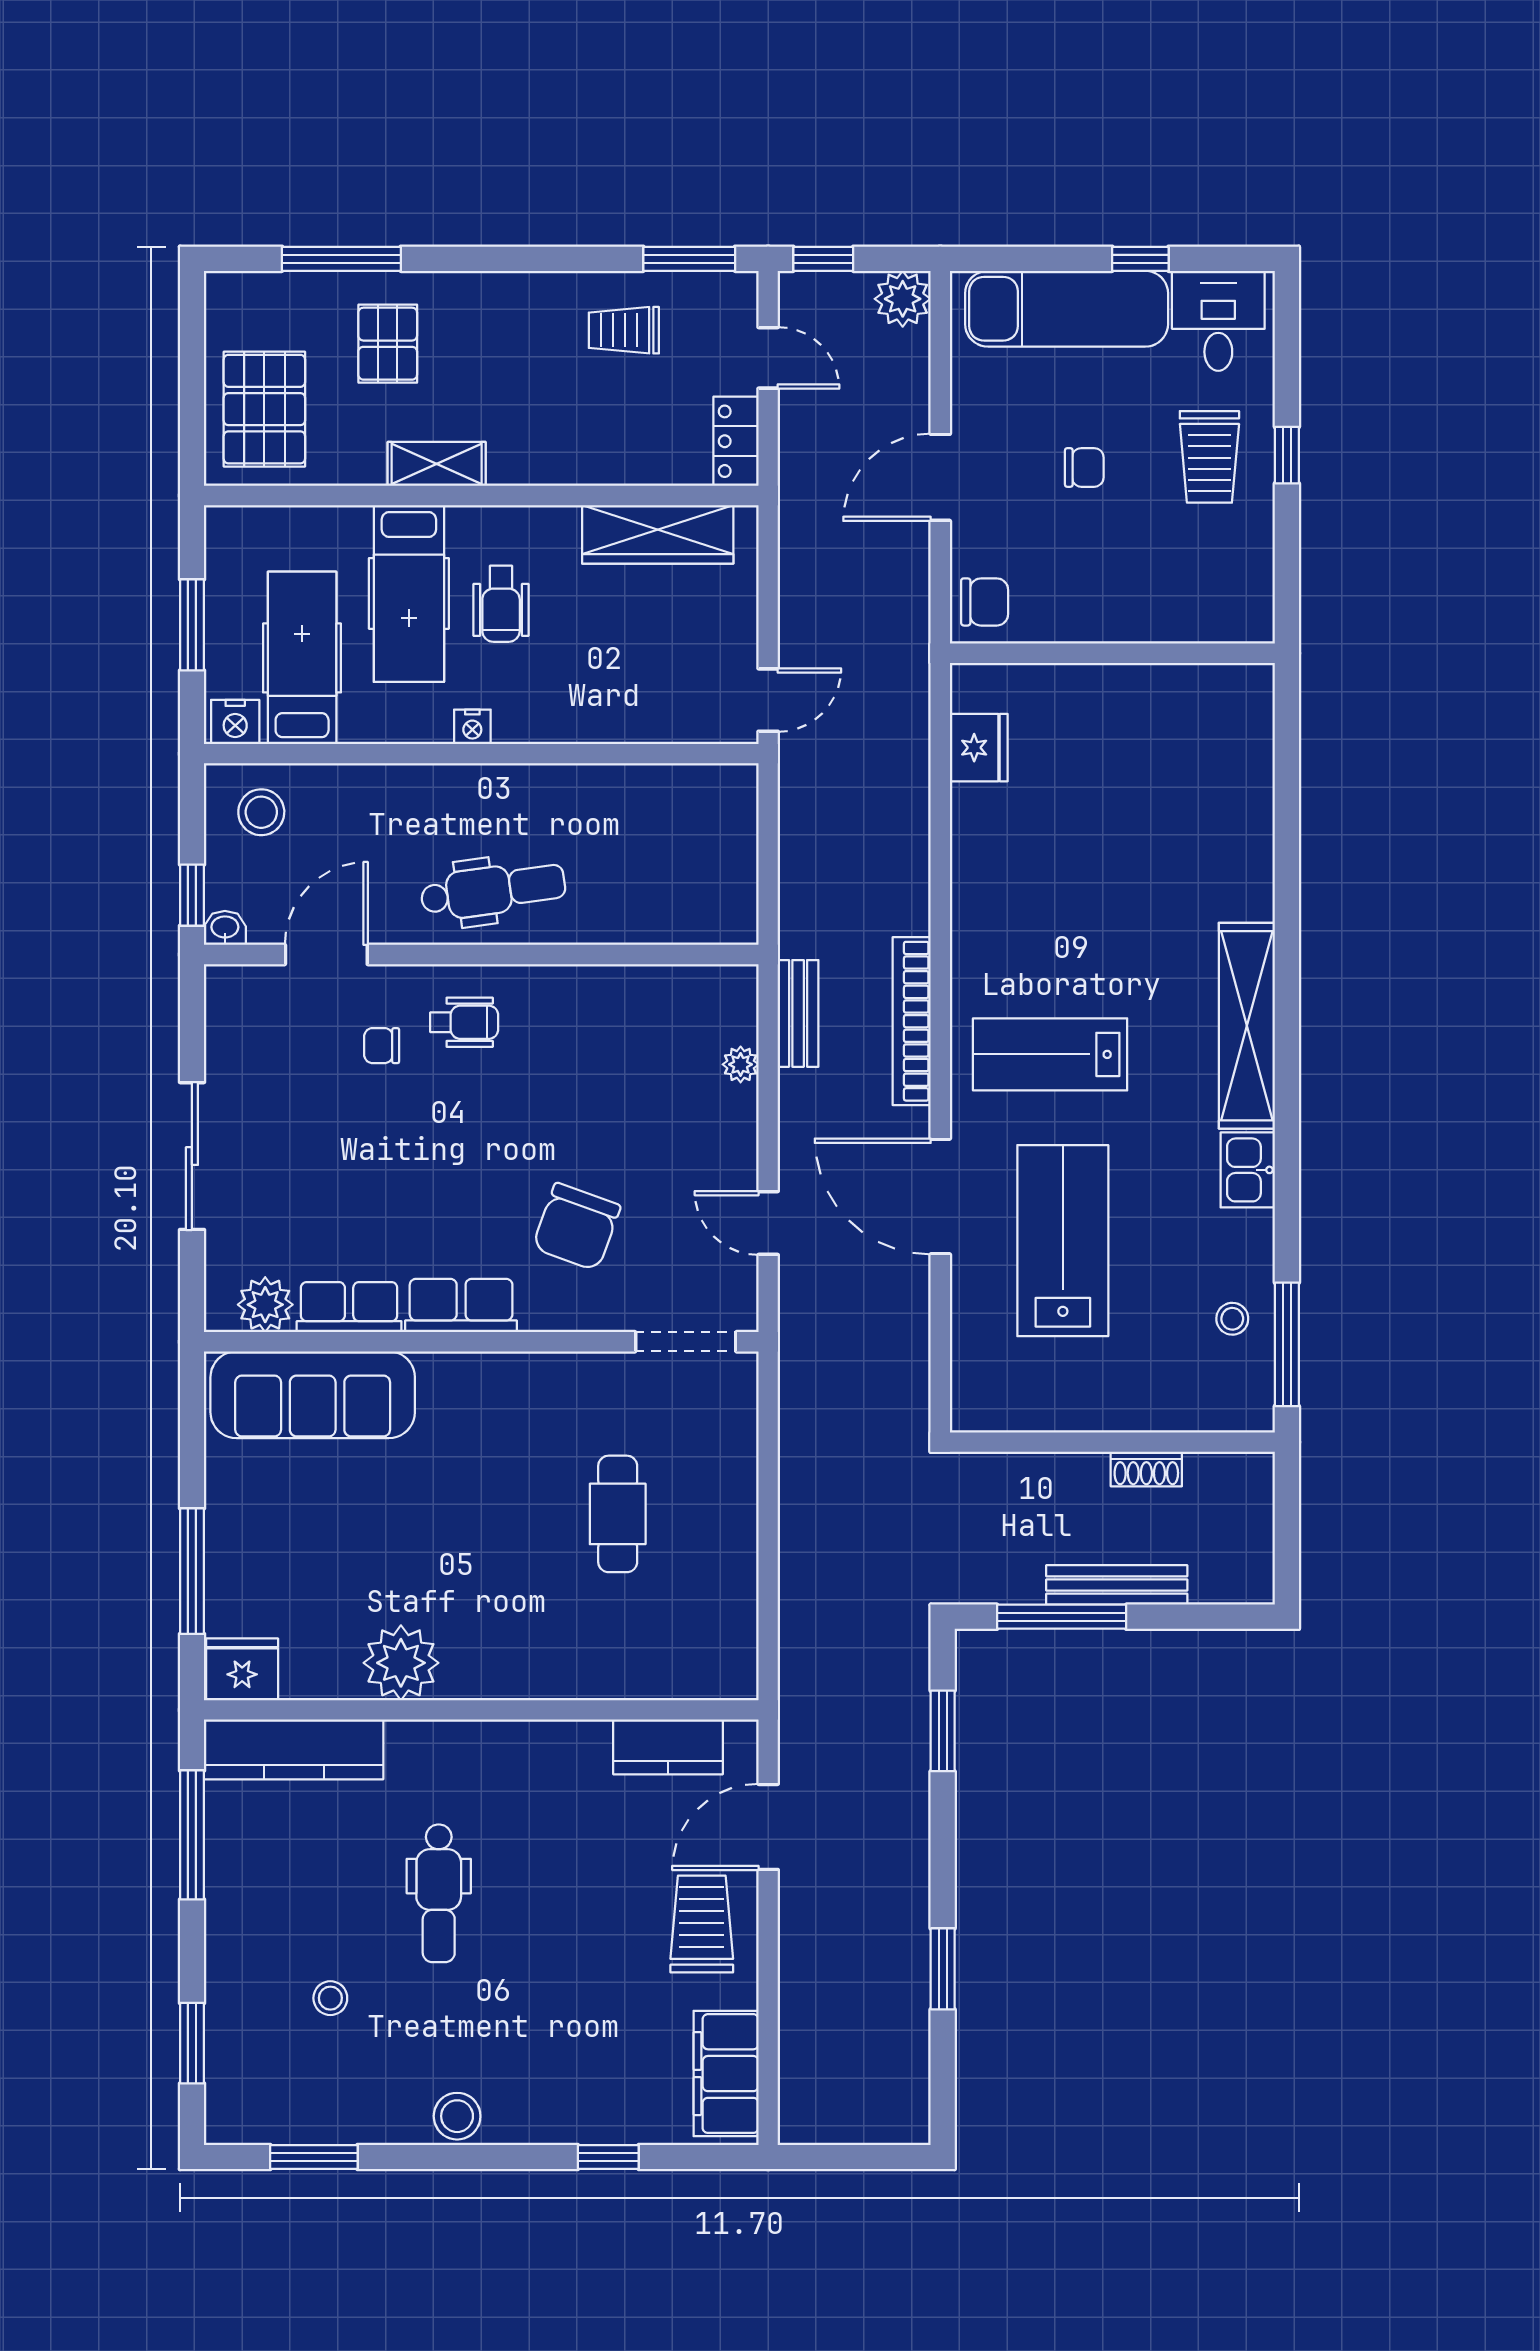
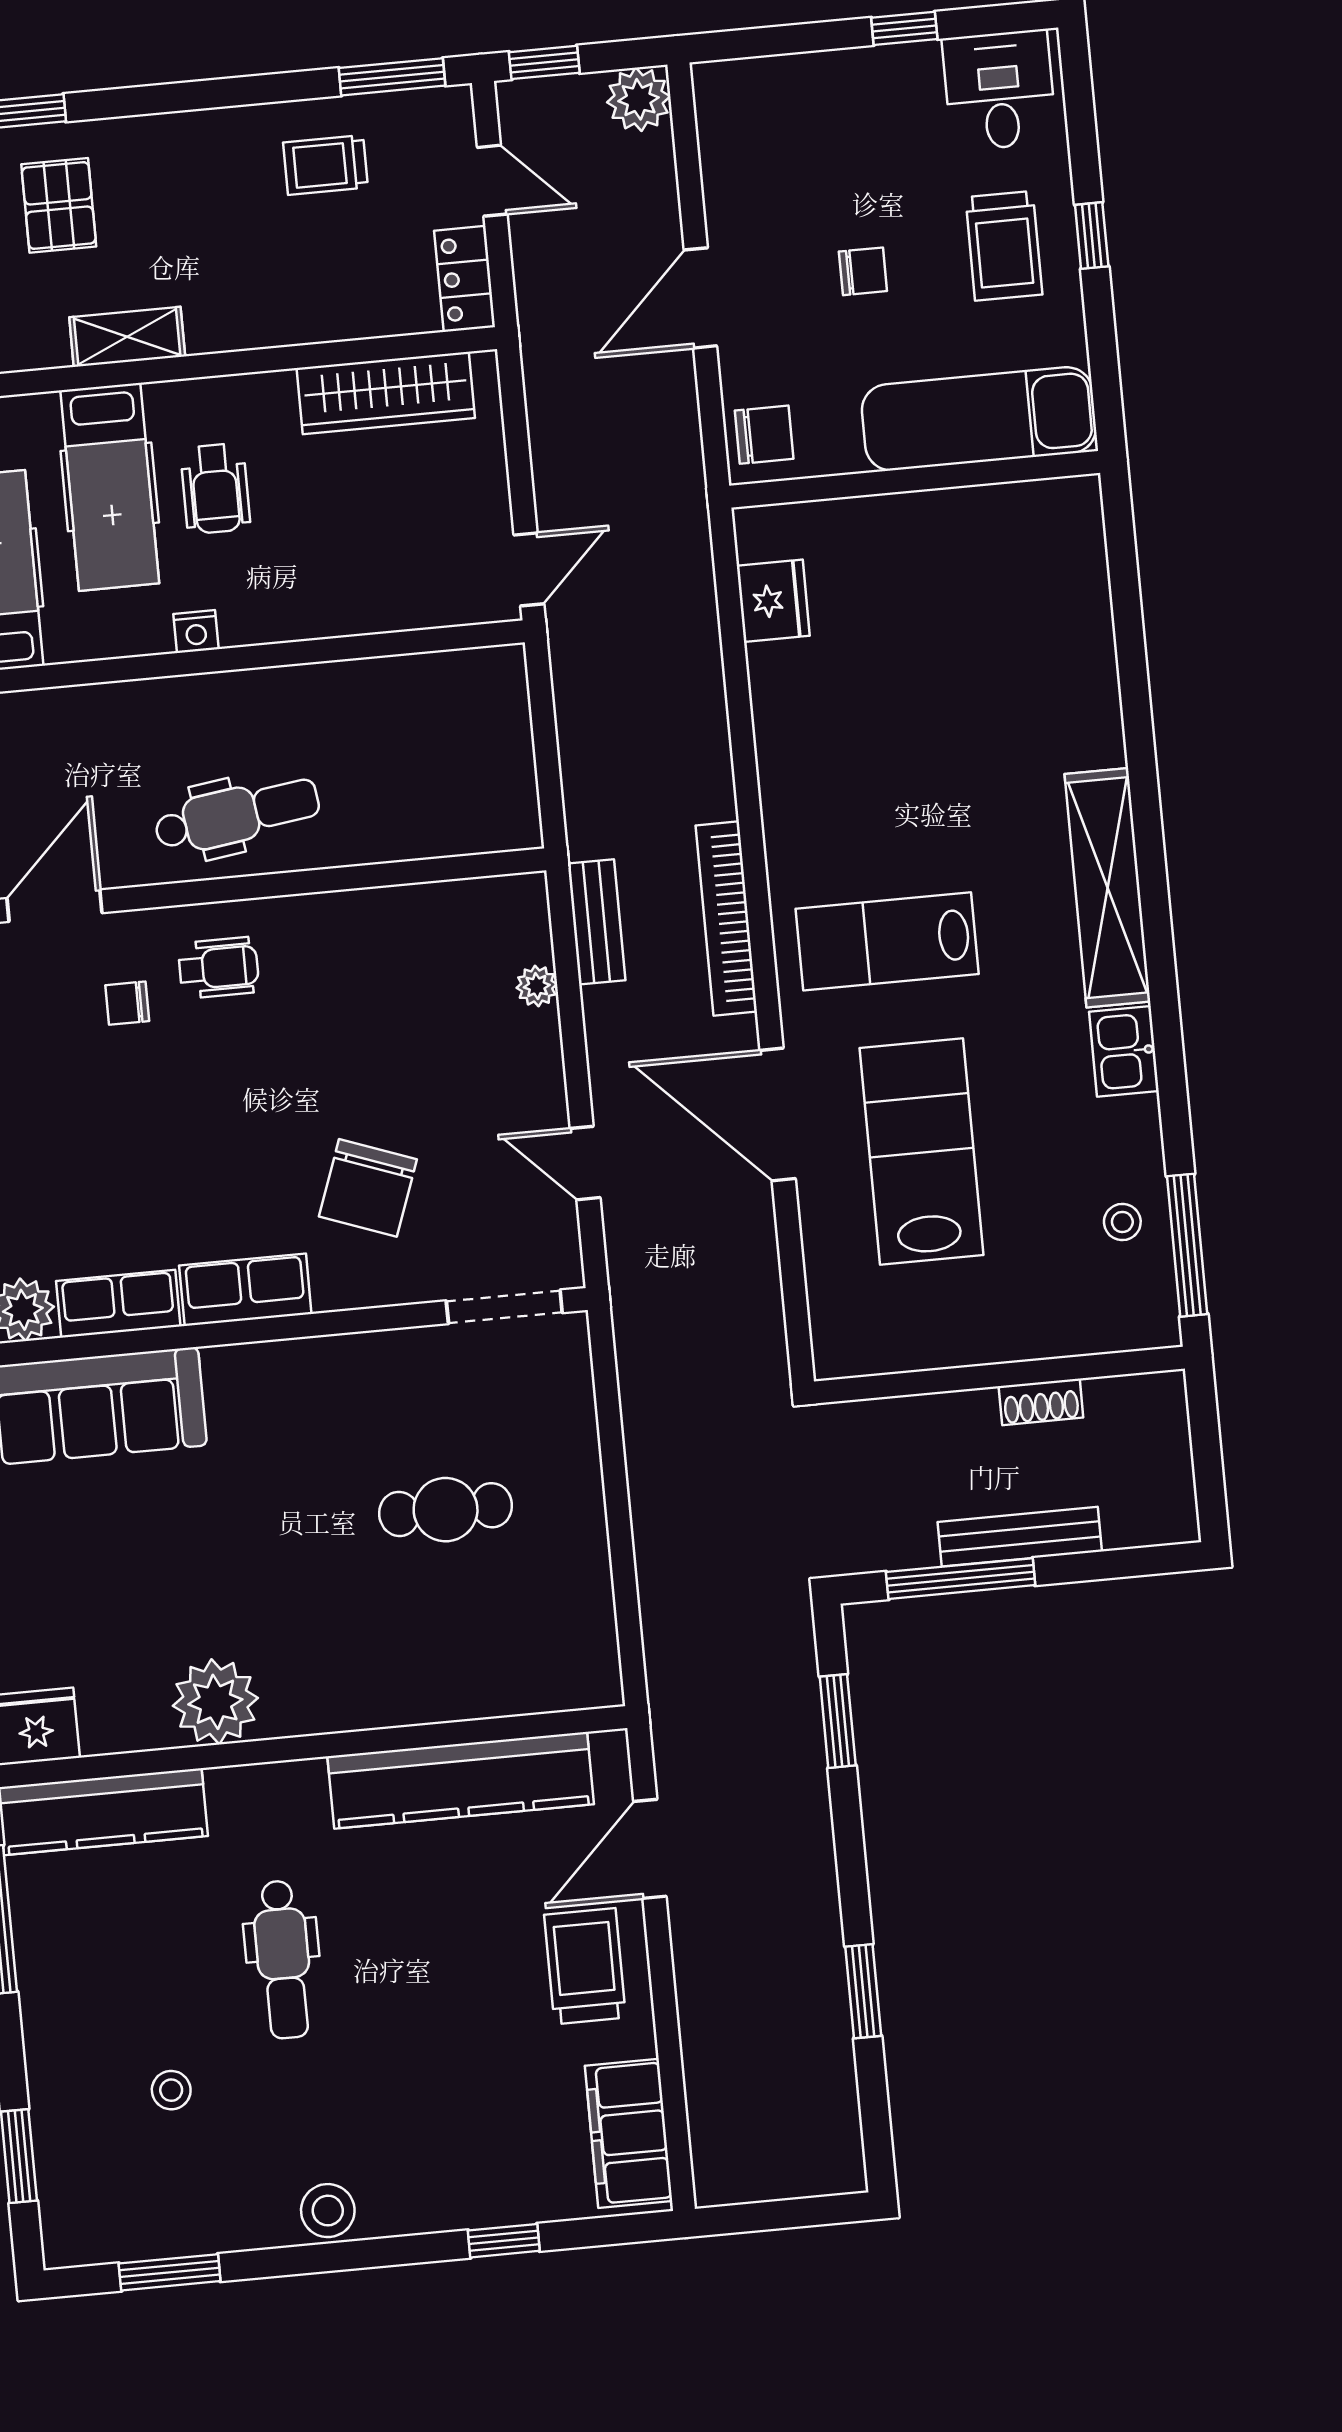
exam couch: (1067, 309) -> (979, 419), moved, turned 180
cafe table: (618, 1514) -> (446, 1510), turned 90
kitchen counter: (668, 1747) -> (461, 1780), width x2.08, depth x1.17

